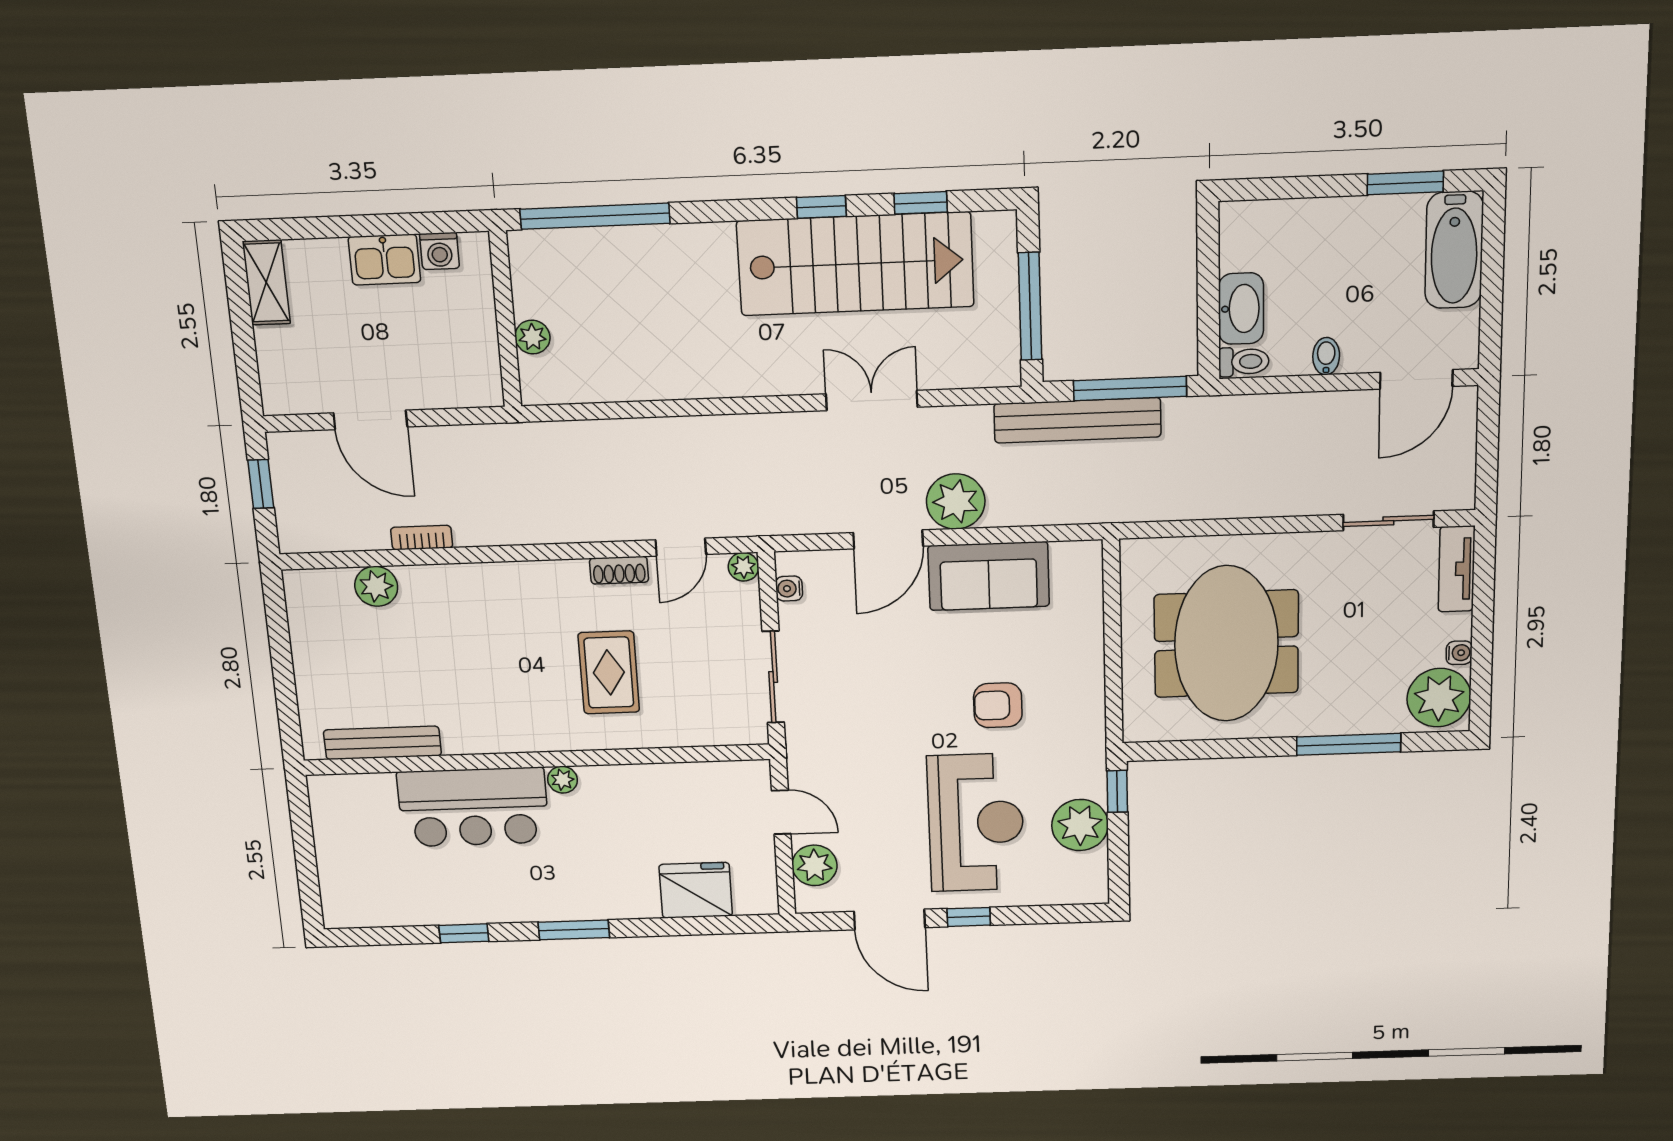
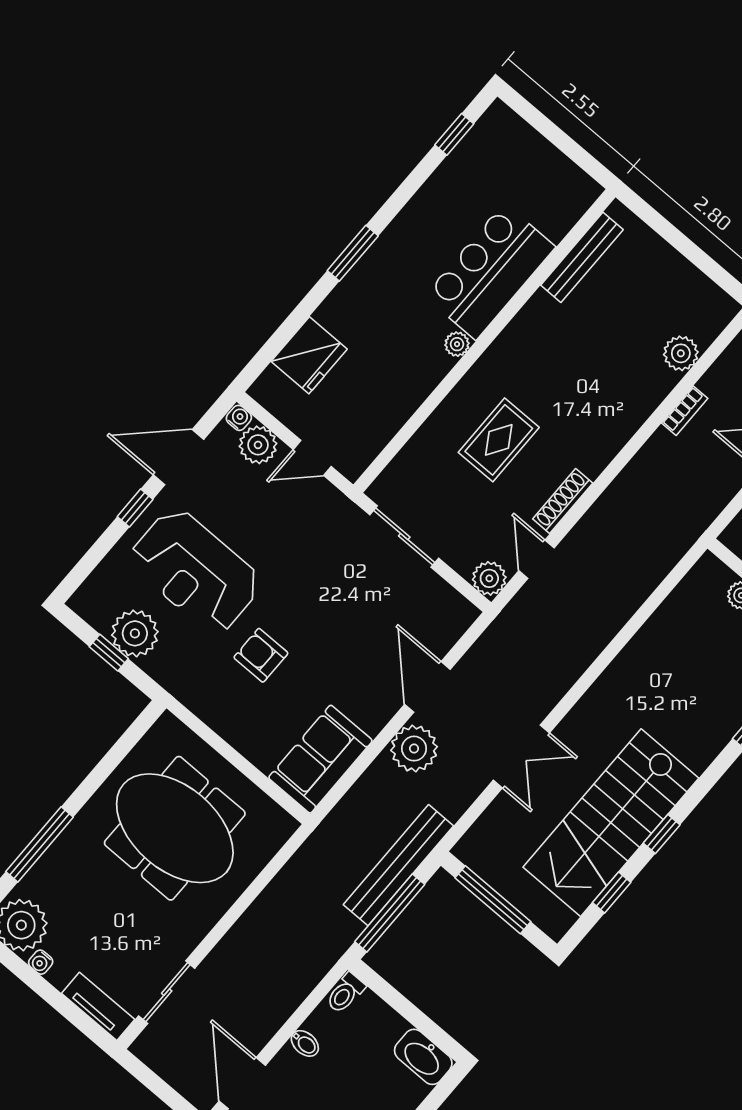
washbasin: (1241, 309) -> (423, 1057), moved
plant: (743, 567) -> (489, 578), width x1.38, depth x1.38
shoe rack: (619, 570) -> (563, 501), width x1.43
sofa: (989, 576) -> (320, 759), moved
water cooler: (789, 589) -> (239, 418), moved
rug: (609, 672) -> (499, 440), turned 90
armchair: (998, 705) -> (261, 655), turned -90
window: (1117, 791) -> (109, 653), moved
window: (464, 933) -> (454, 134), moved

